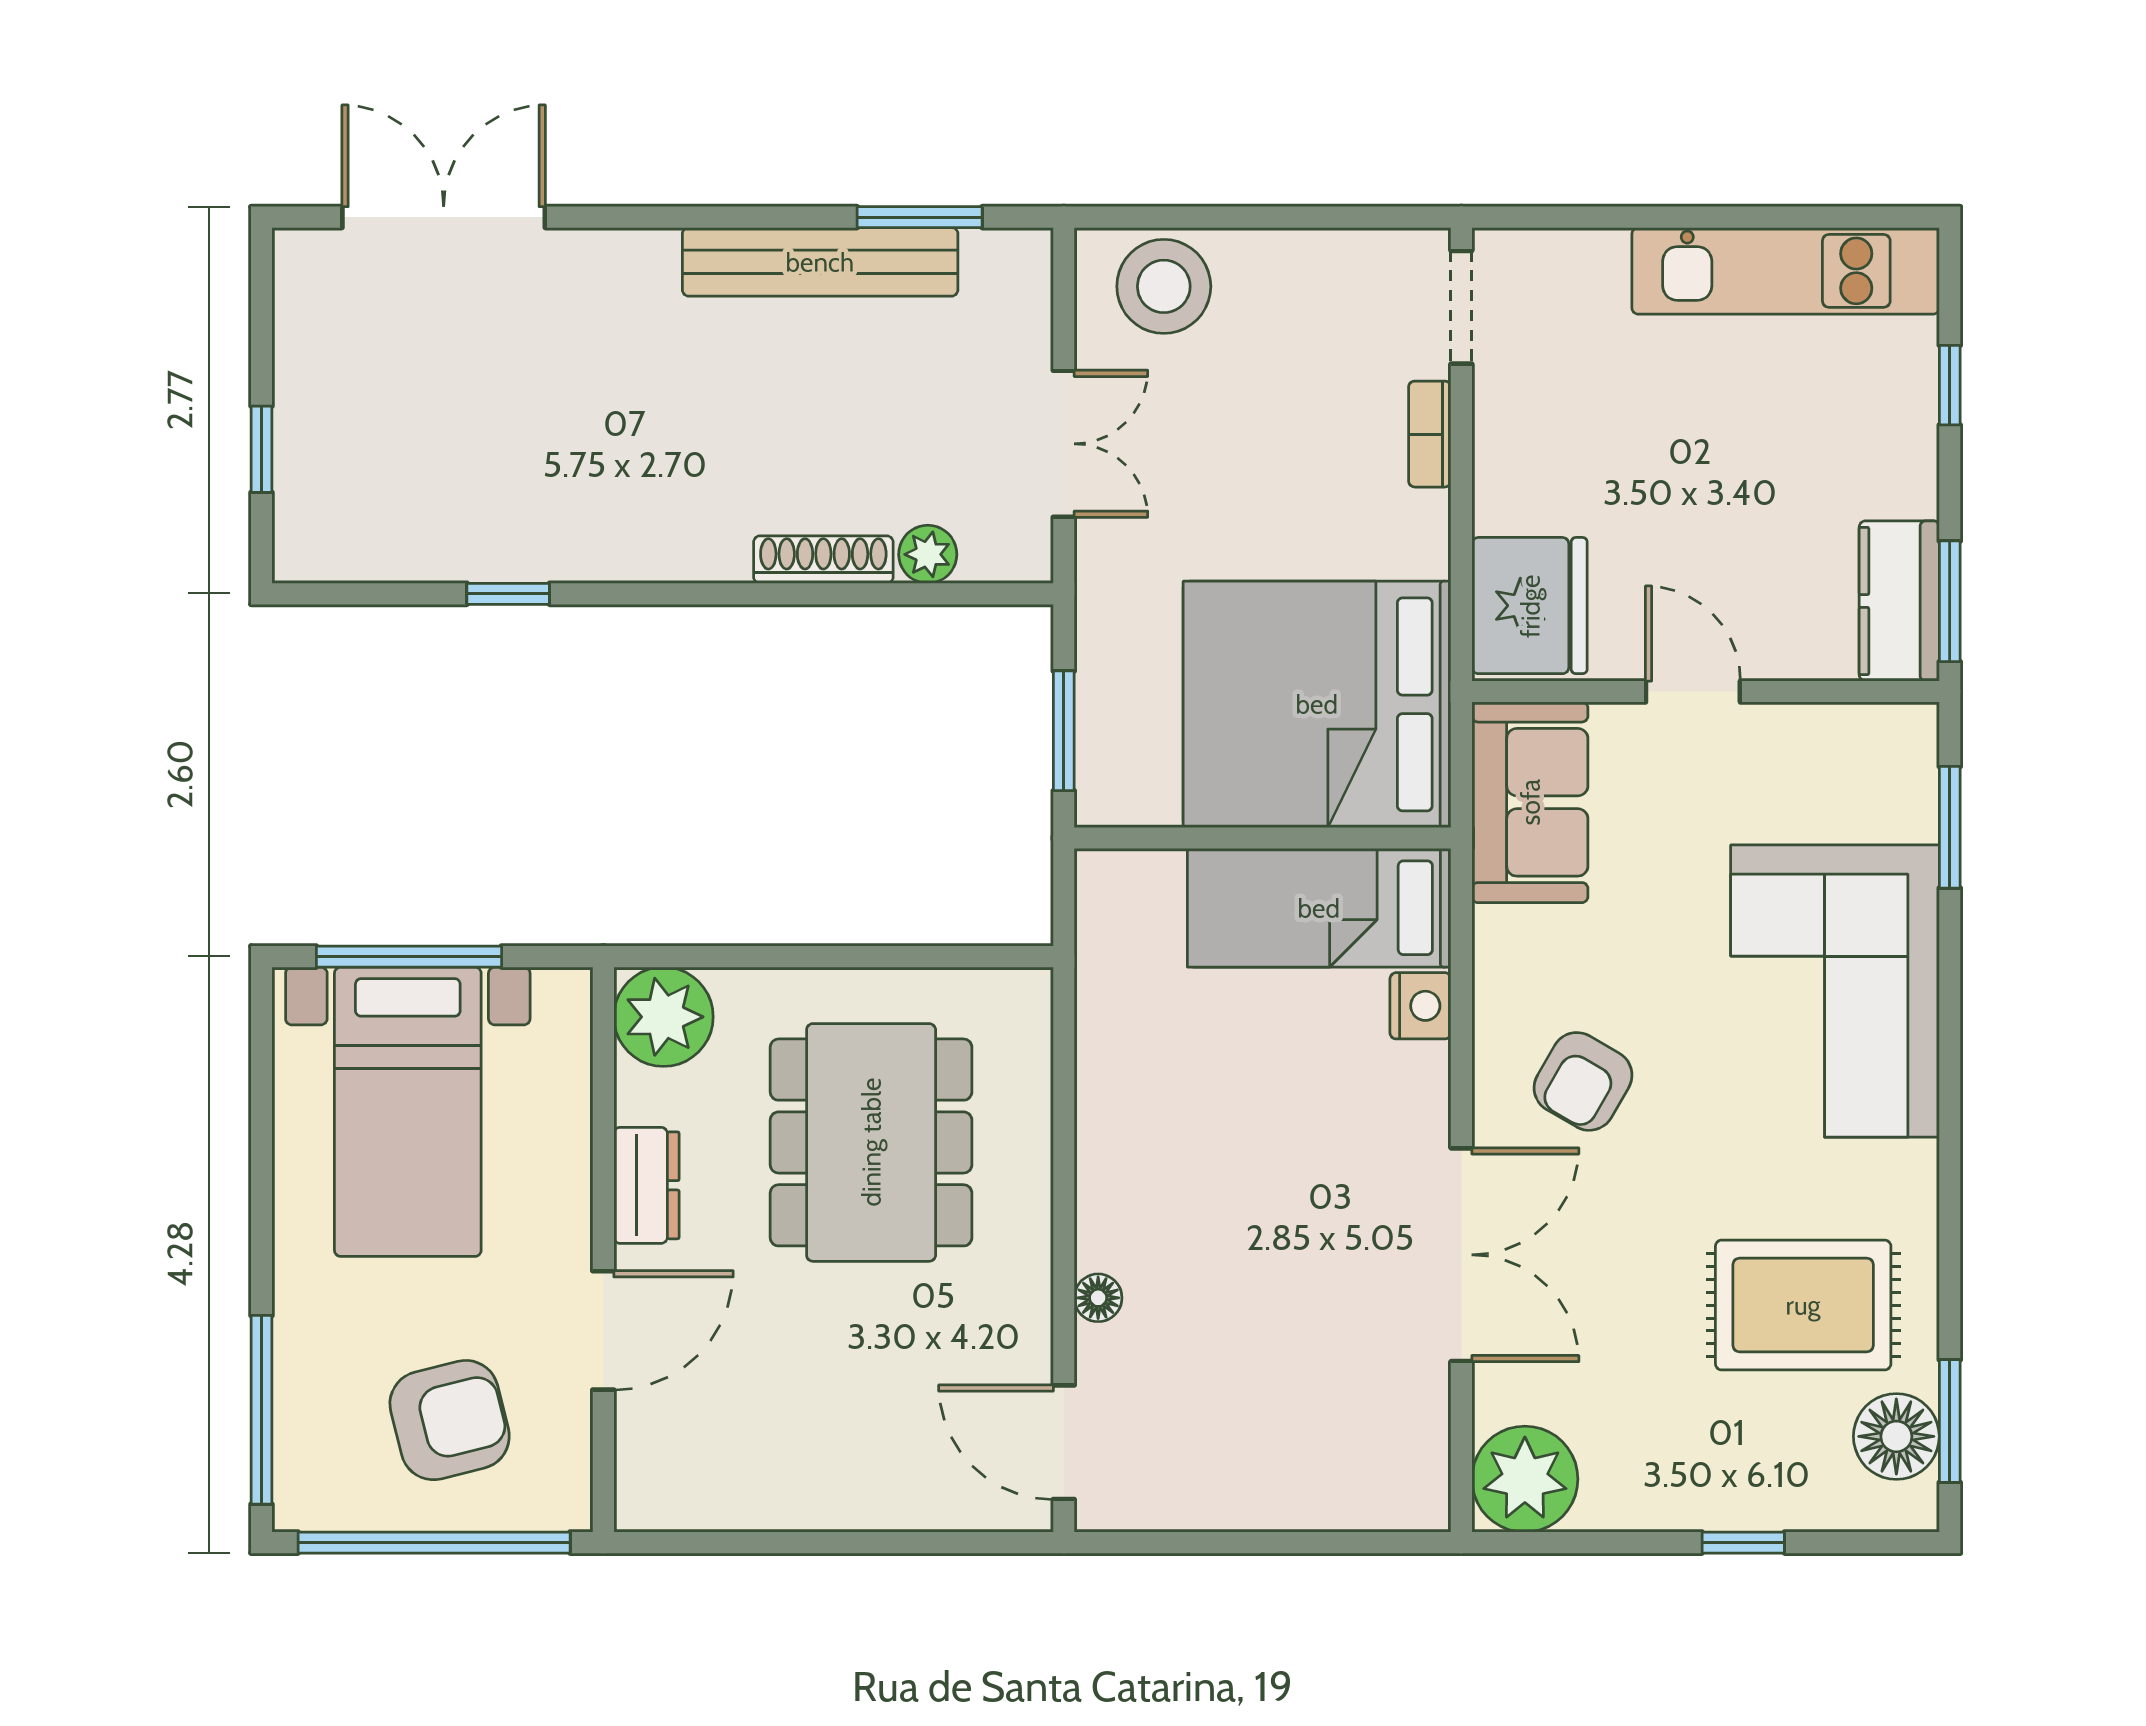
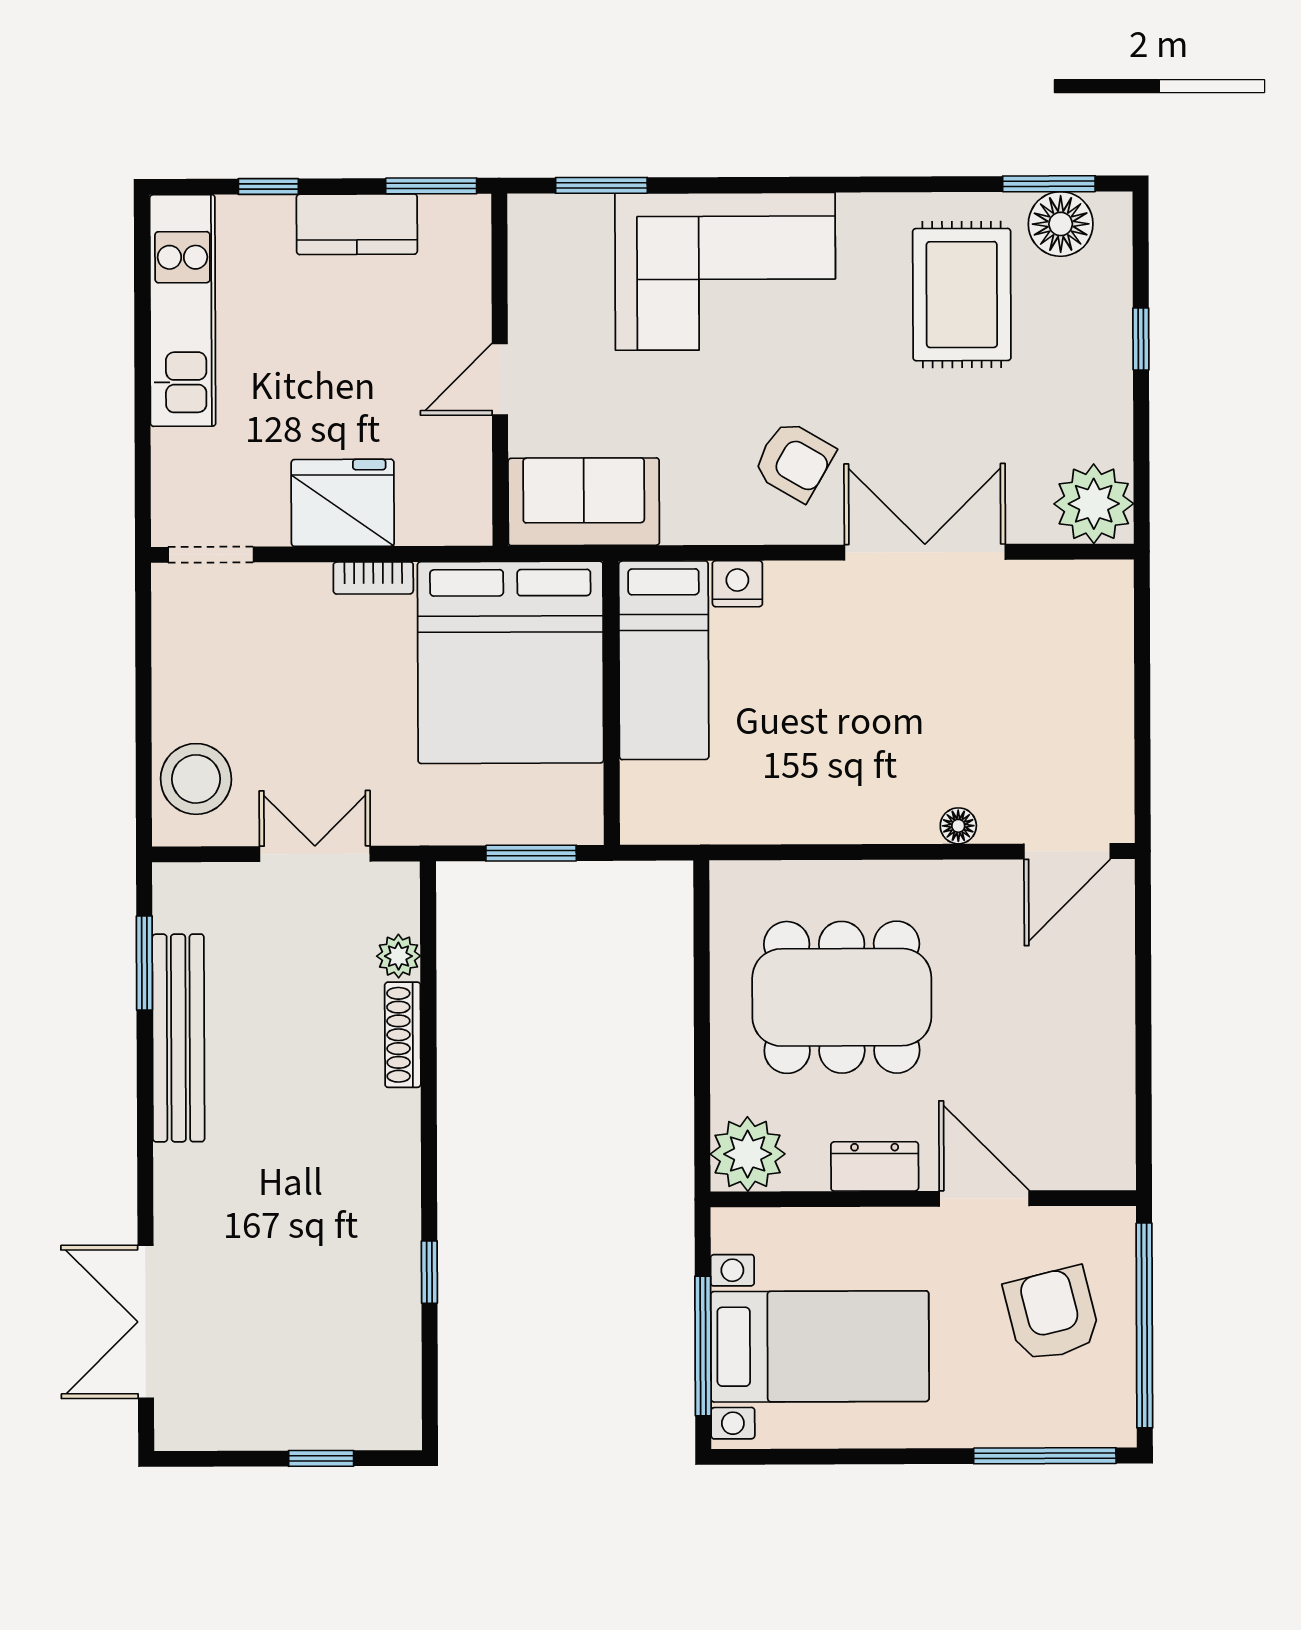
bookcase: (1430, 434) -> (373, 578), moved
kitchen counter: (1899, 601) -> (357, 224), moved
fridge: (1530, 606) -> (343, 503), moved

